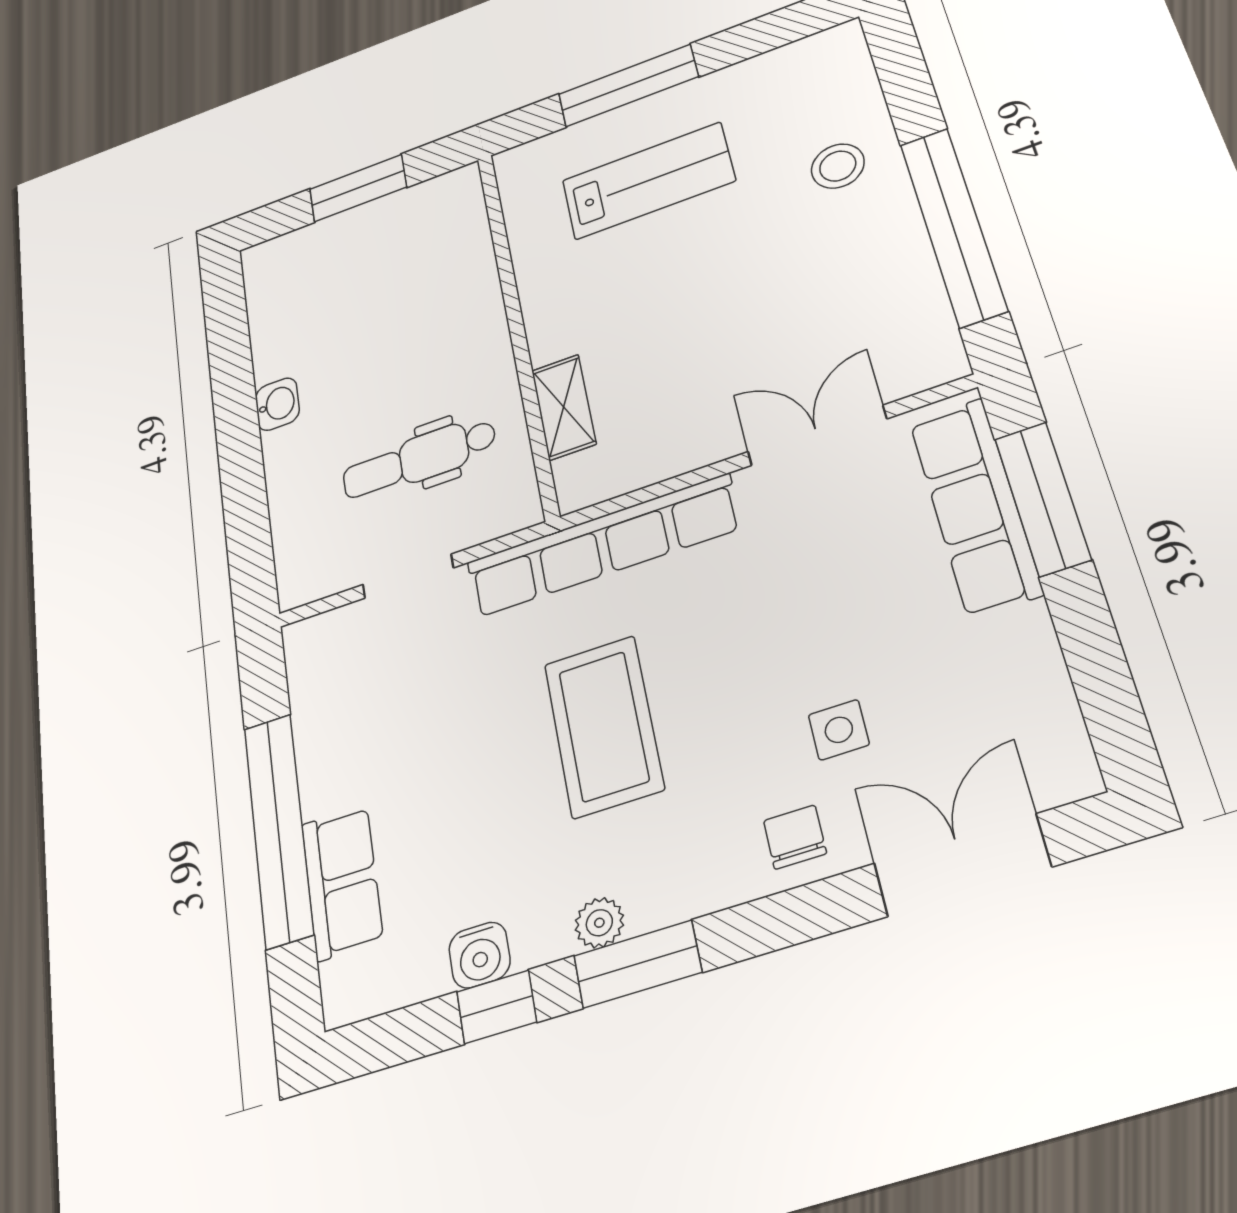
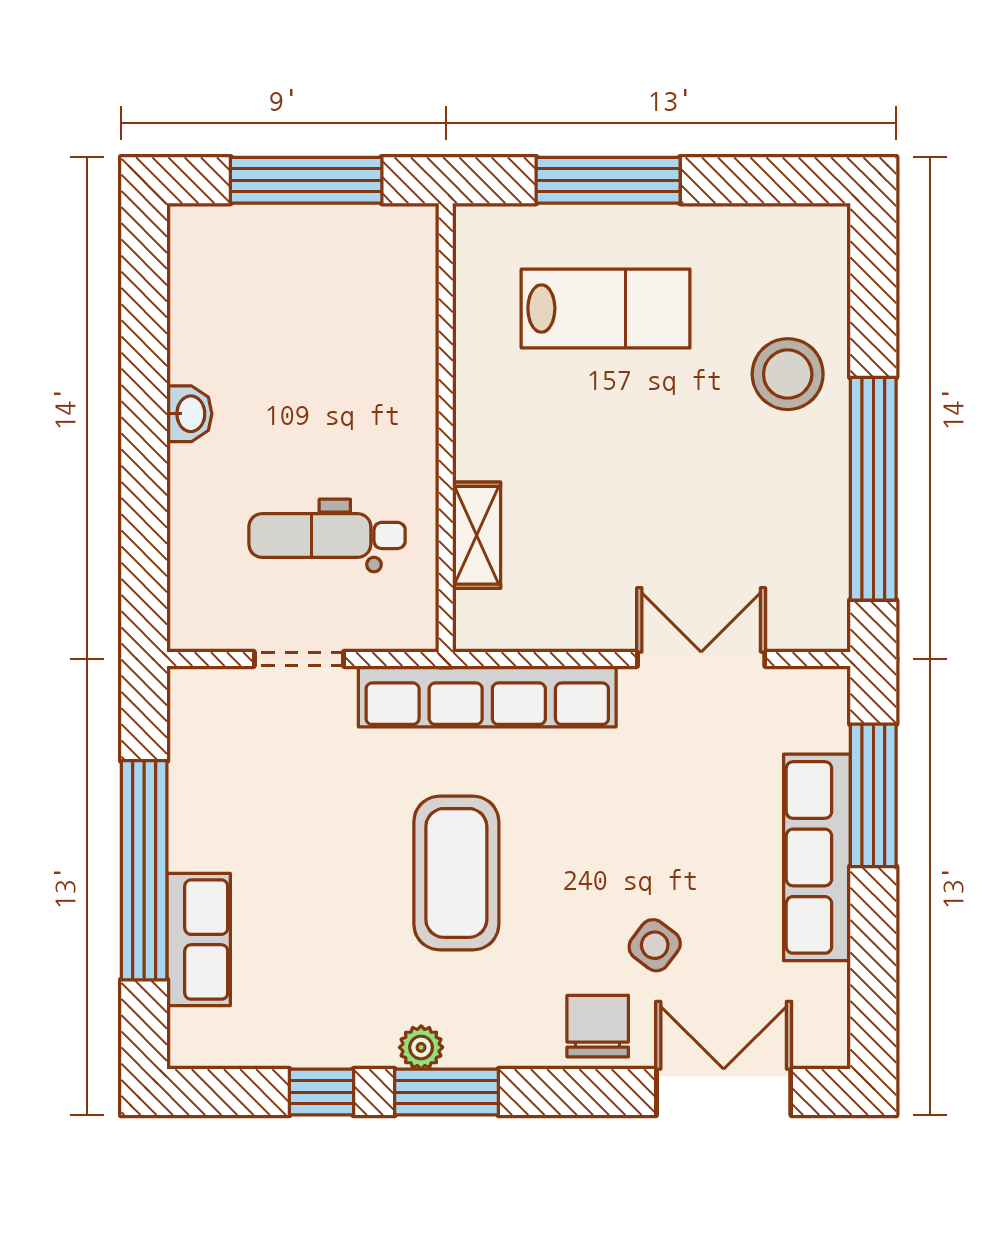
stool: (838, 166) -> (788, 374), width x1.38, depth x1.38
window: (358, 188) -> (306, 180), width x1.44
row of seats: (975, 506) -> (817, 857), moved
side table: (839, 730) -> (655, 945), turned 37
chair: (795, 837) -> (598, 1026), width x1.37, depth x1.37
water cooler: (480, 955) -> (313, 1043), removed

